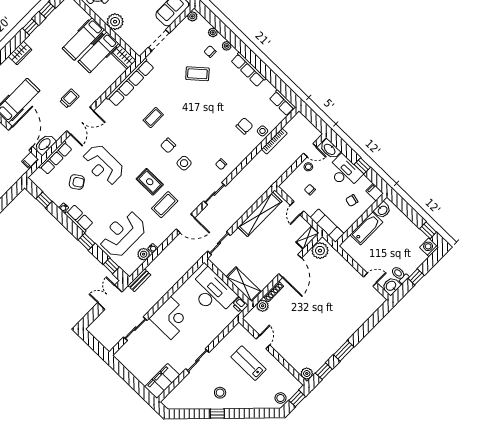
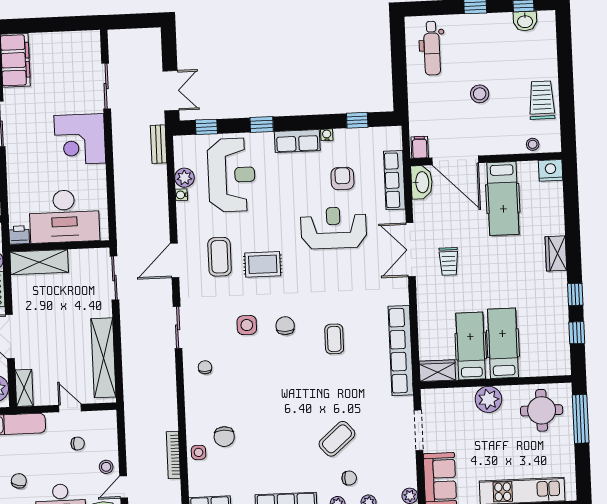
armchair: (77, 182) -> (342, 179), turned 123

